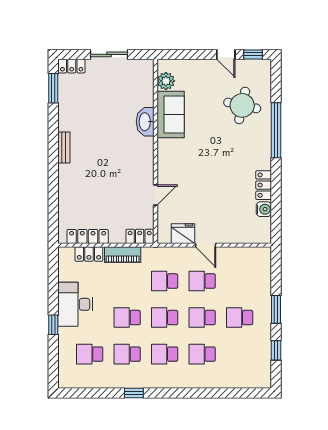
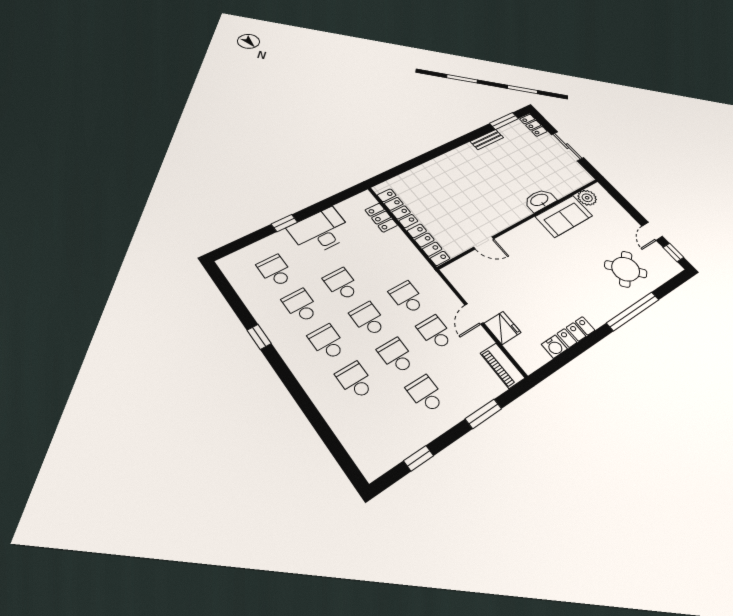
round table: (242, 105) -> (626, 269), turned 36
bench: (64, 148) -> (487, 139), moved
fridge: (183, 234) -> (502, 328), moved
locker: (140, 236) -> (428, 245), width x1.53
piano: (123, 255) -> (502, 366), moved
window: (276, 309) -> (484, 414), moved

